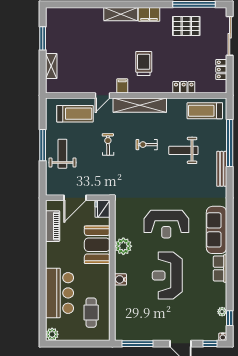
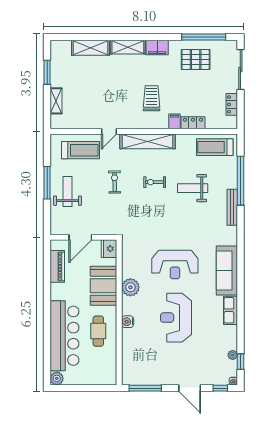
shelving: (85, 15) -> (91, 48), added
filing cabinet: (122, 86) -> (174, 121), moved
bar counter: (60, 293) -> (64, 336), width x1.36
cafe table: (91, 313) -> (98, 331), moved

